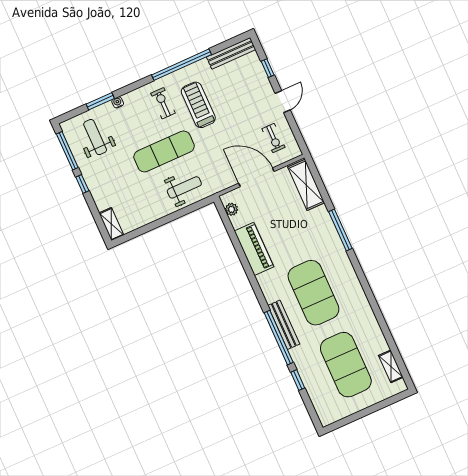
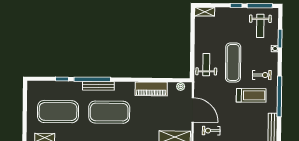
weight bench: (95, 137) -> (260, 26), turned 90
door: (256, 177) -> (193, 110), hinge flipped
weight bench: (184, 187) -> (206, 65), turned 180

